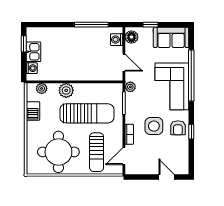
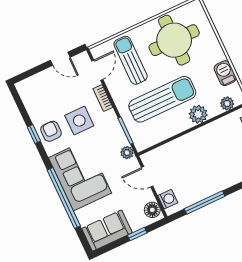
sun lounger: (87, 113) -> (162, 99), turned 180
door: (167, 177) -> (60, 59), moved

